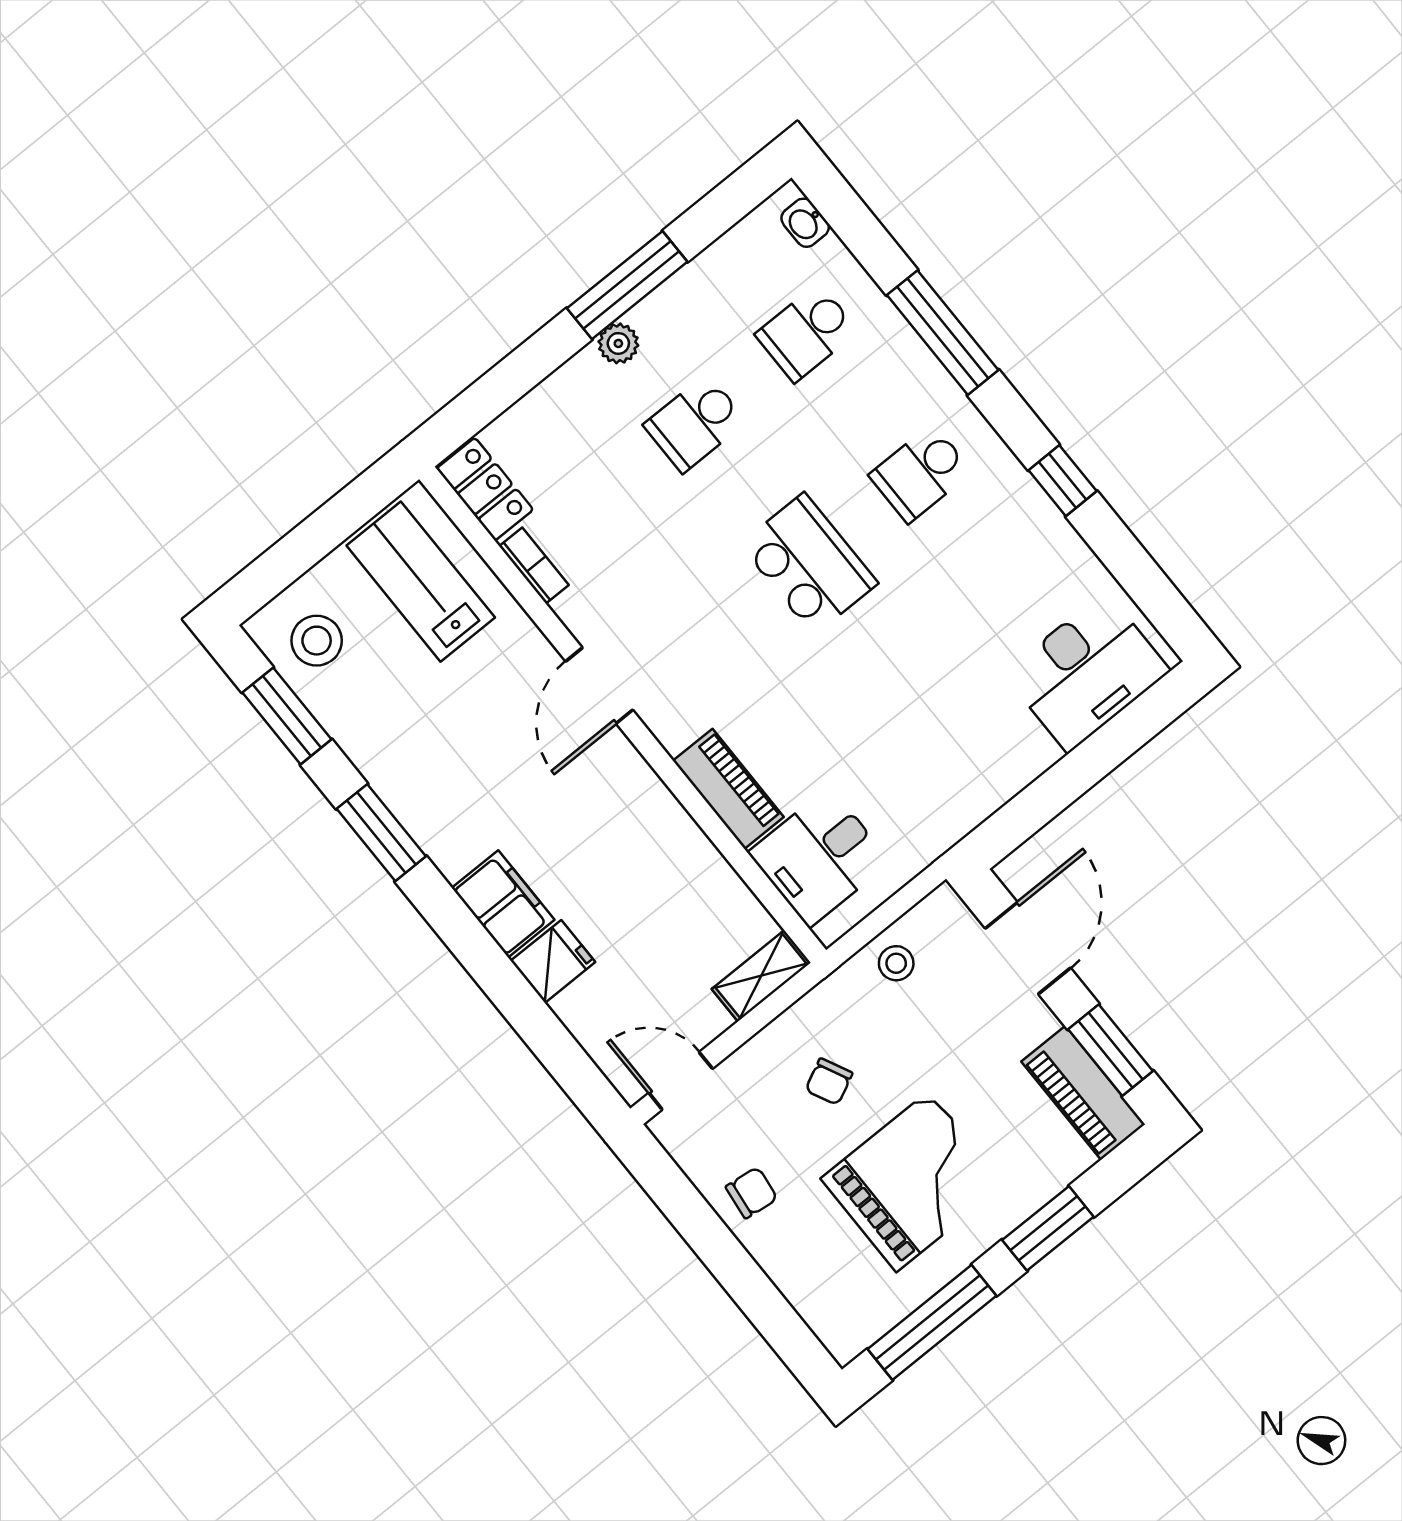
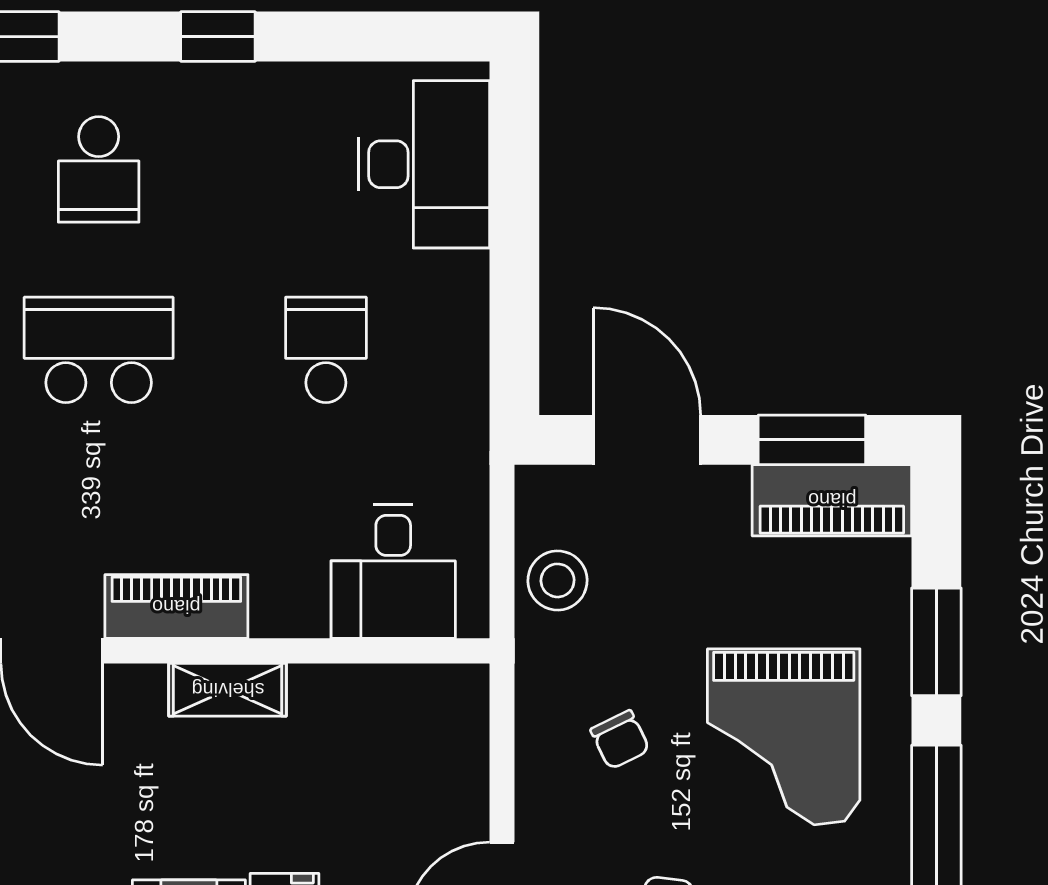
school desk: (923, 704) -> (326, 350), added
piano: (728, 789) -> (176, 607), moved
stool: (896, 963) -> (558, 580), width x1.37, depth x1.37
shelving: (761, 976) -> (228, 690), moved, turned 90
grand piano: (913, 1181) -> (784, 737), turned 180

